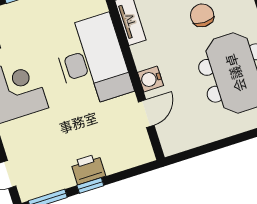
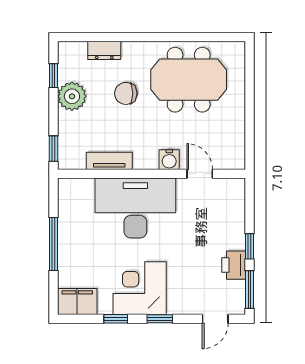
printer: (88, 169) -> (234, 265), moved

